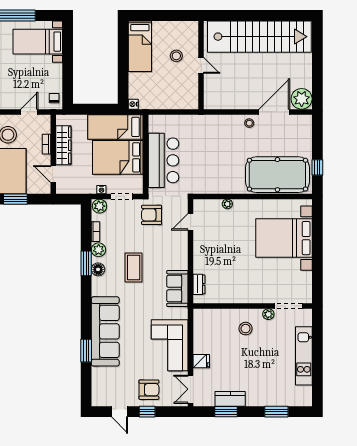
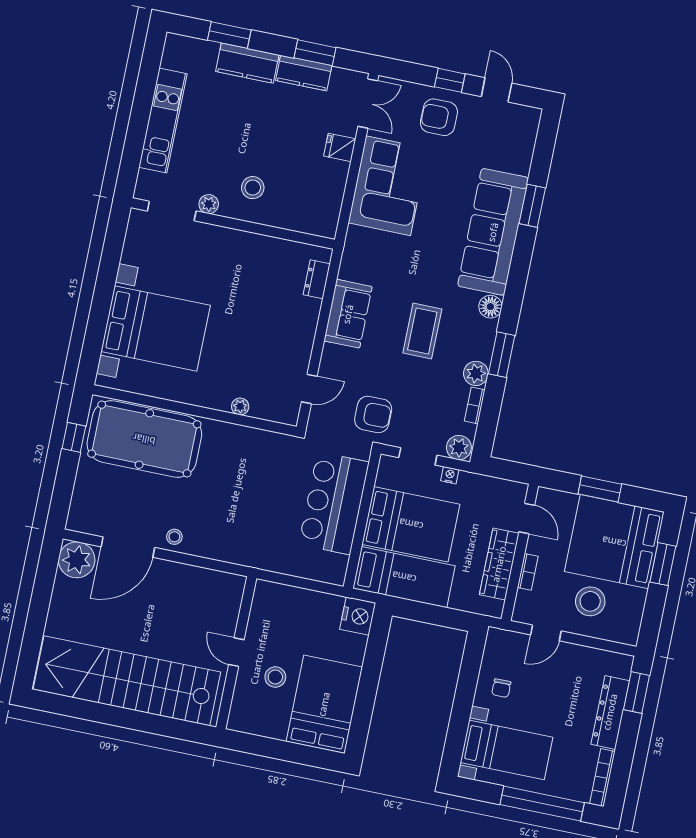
bed: (140, 46) -> (324, 704), width x1.50
chair: (54, 98) -> (501, 688), moved
nightstand: (133, 104) -> (358, 616), width x1.89, depth x1.79
floor lamp: (98, 269) -> (490, 307), moved
sofa: (177, 289) -> (348, 314), moved
kitchen counter: (263, 398) -> (247, 63), added

